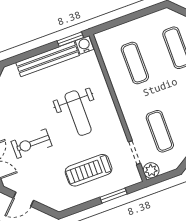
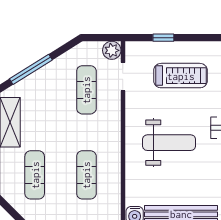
weight bench: (78, 113) -> (169, 143), turned 90
window: (113, 196) -> (163, 38), width x0.67

